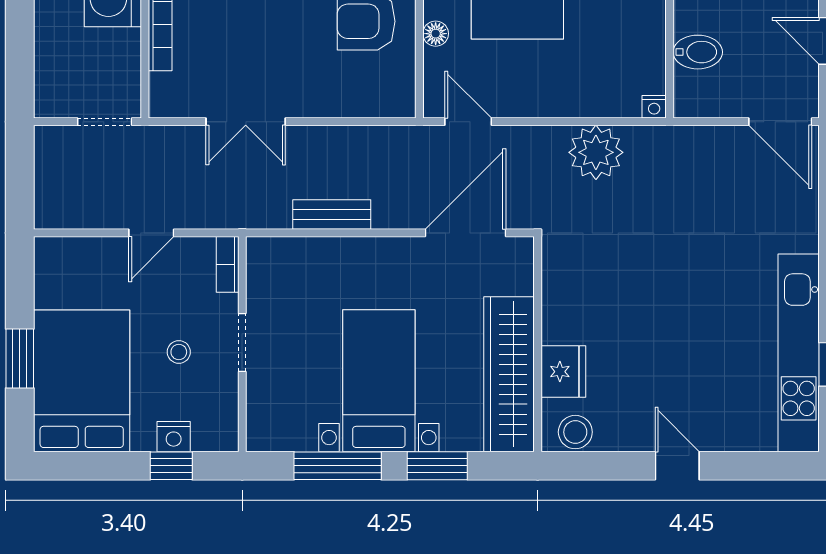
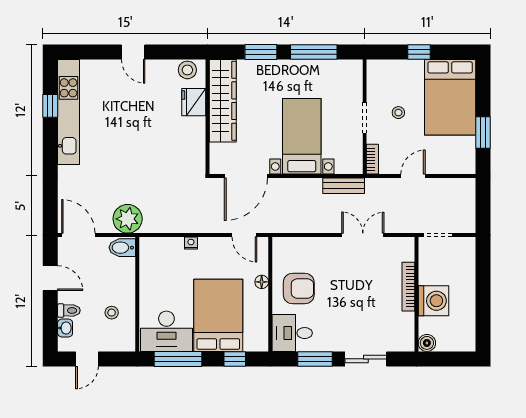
bidet: (698, 52) -> (122, 248), moved
nightstand: (654, 107) -> (191, 243), moved
plant: (596, 152) -> (128, 219), moved
bench: (332, 215) -> (344, 186), moved
window: (20, 359) -> (483, 133), moved
bed with nightstands: (379, 381) -> (302, 136), moved, turned 180
nightstand: (174, 437) -> (401, 68), removed
window: (171, 466) -> (419, 52), moved

